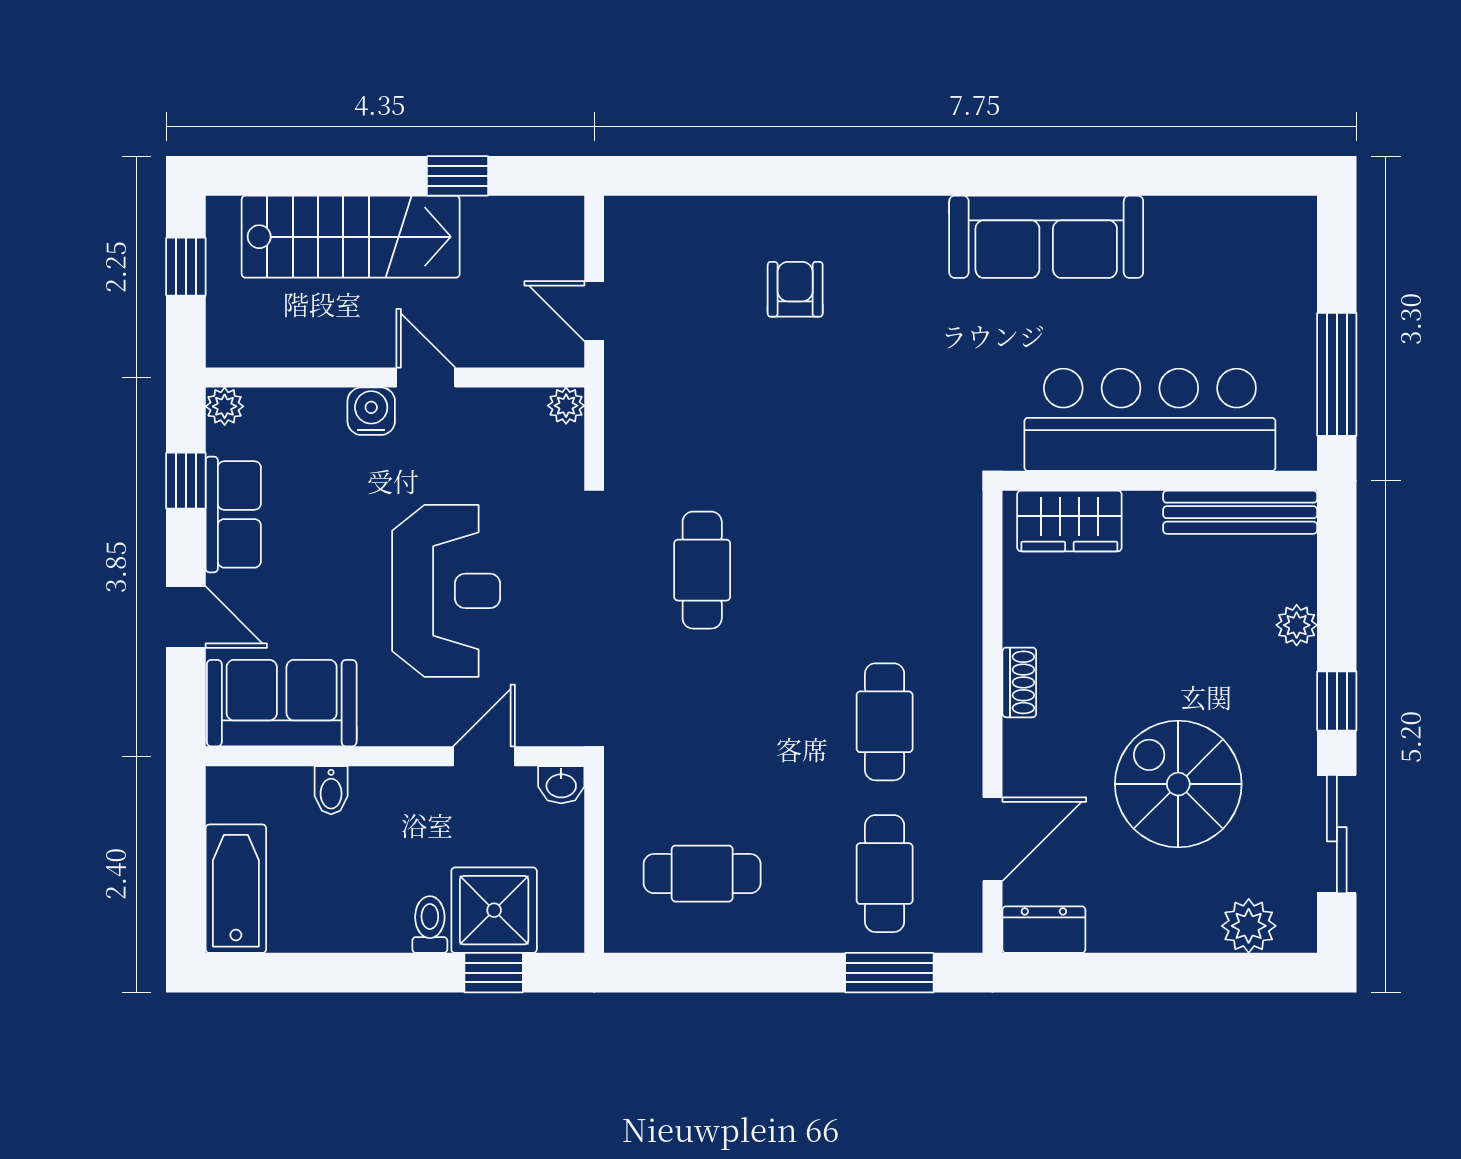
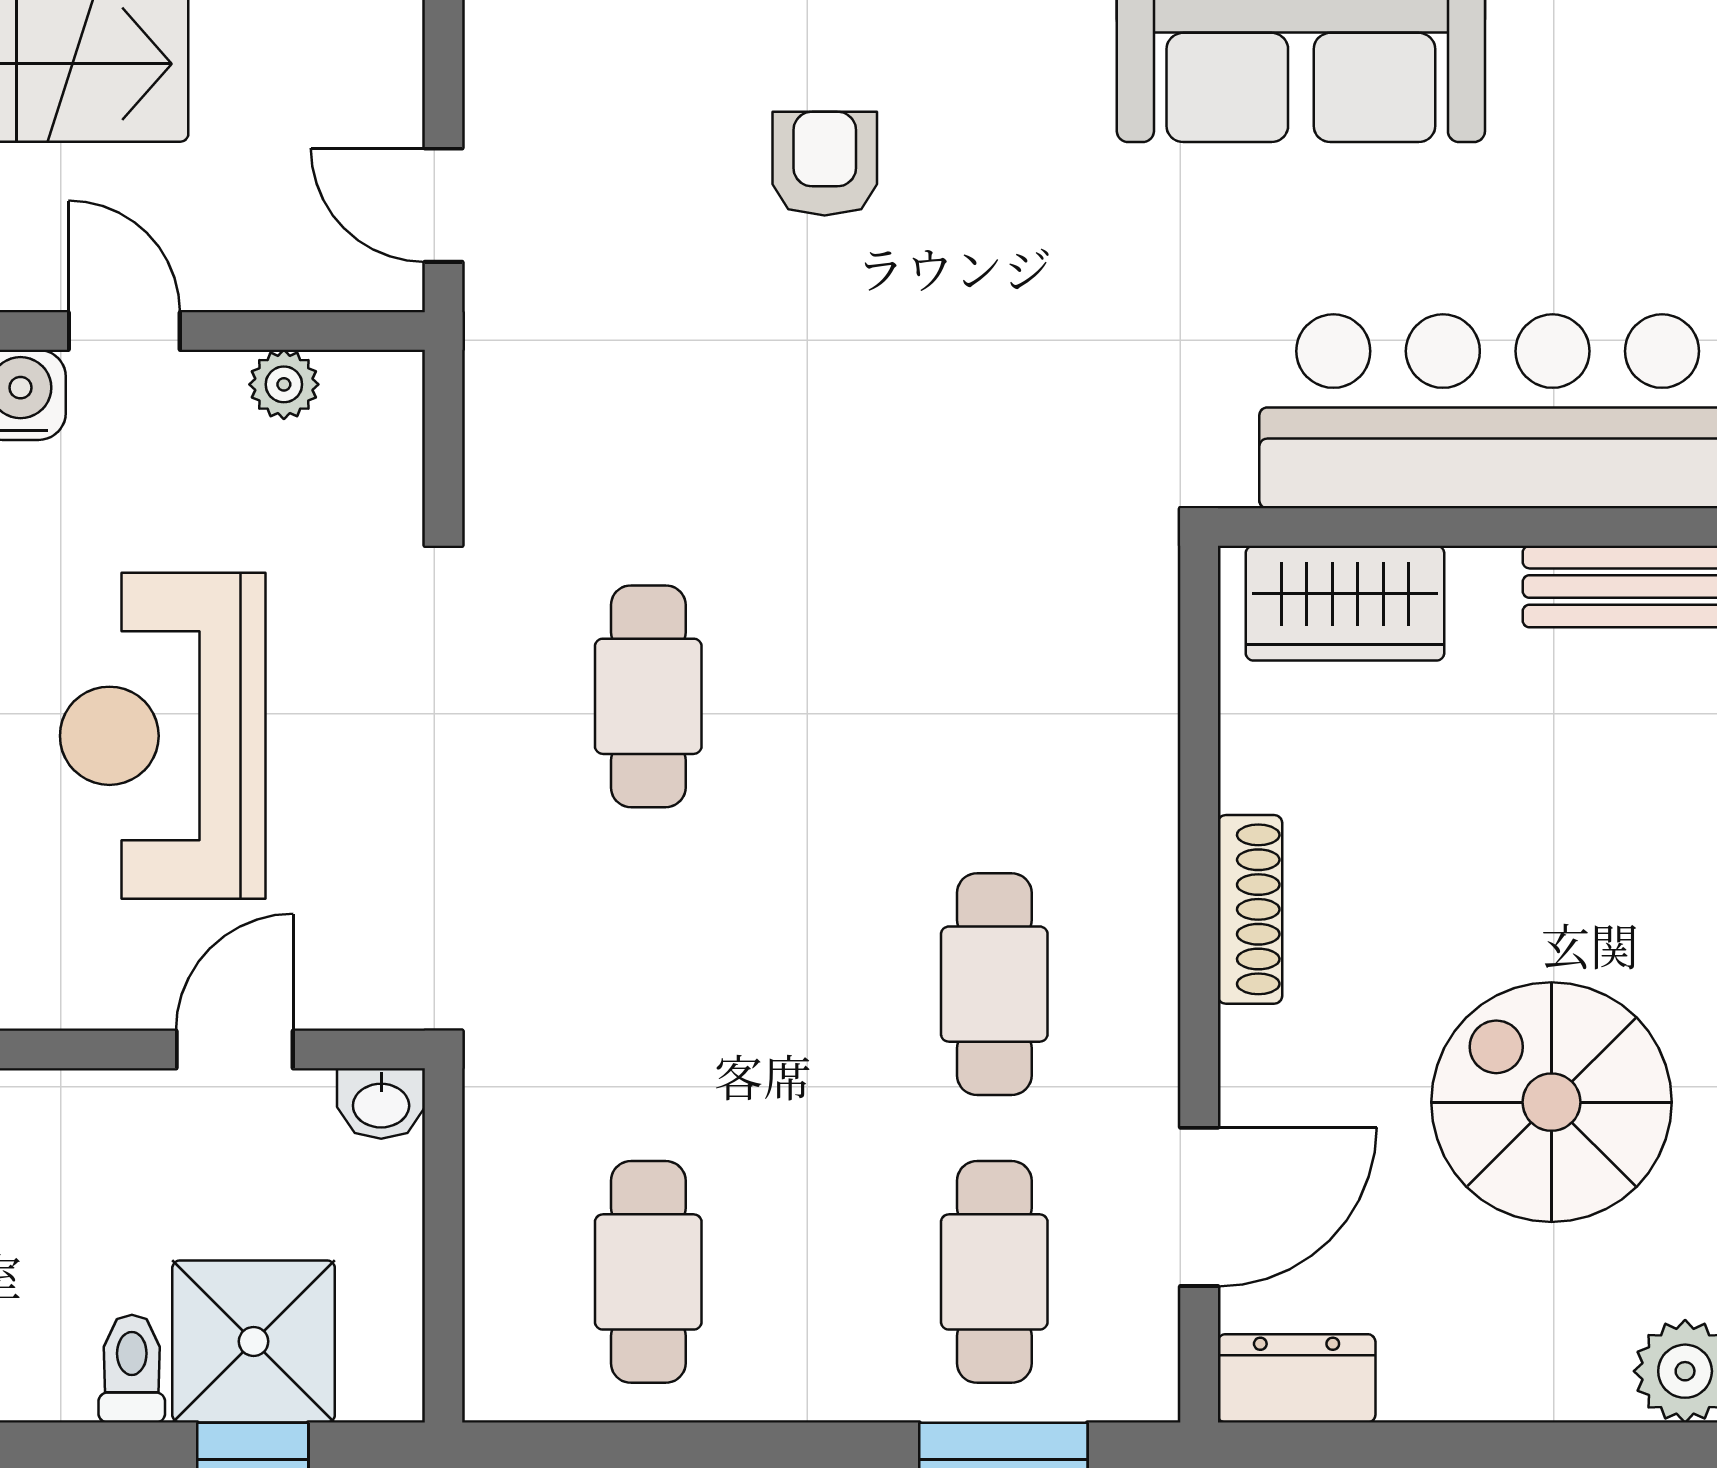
plant: (566, 406) -> (284, 384), moved
reception desk: (446, 591) -> (163, 736), turned 180
shoe rack: (1019, 682) -> (1250, 909), width x1.43
cafe table: (702, 874) -> (648, 1272), turned 90

